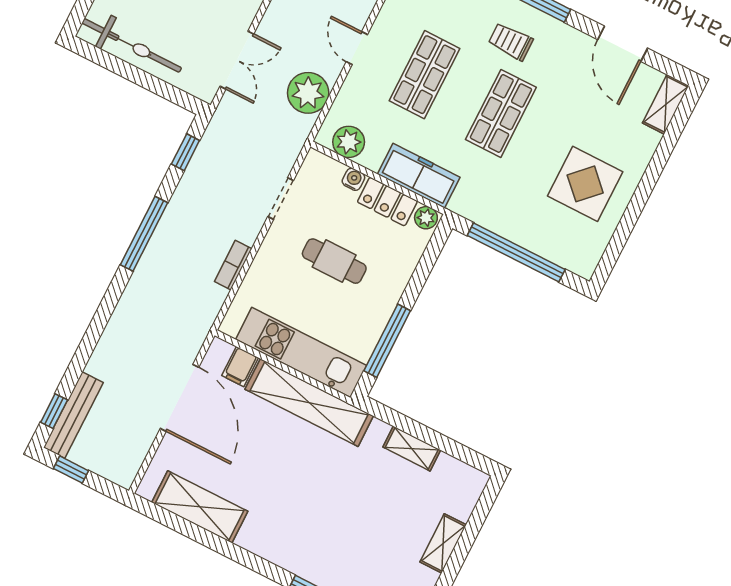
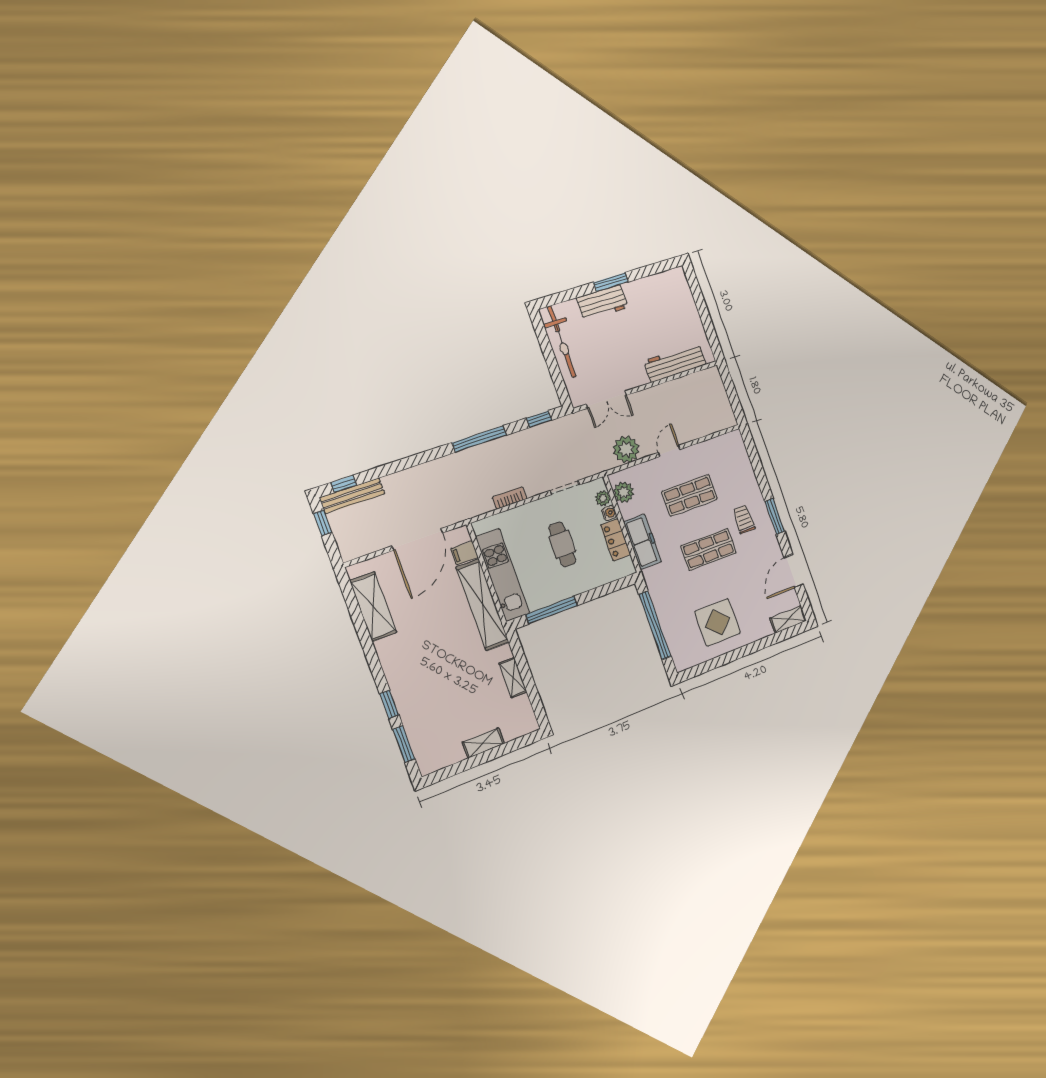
plant: (426, 218) -> (603, 498), moved

